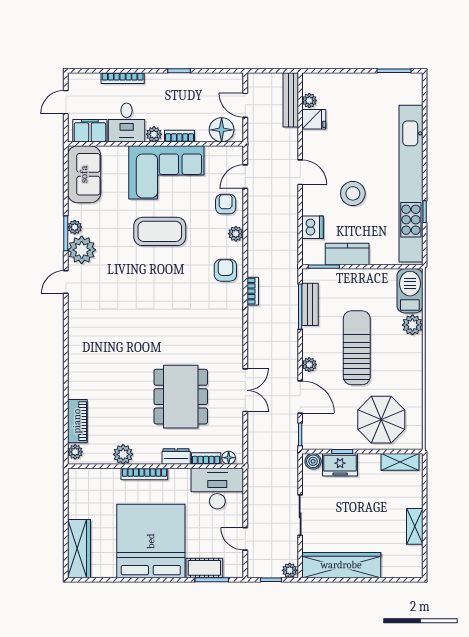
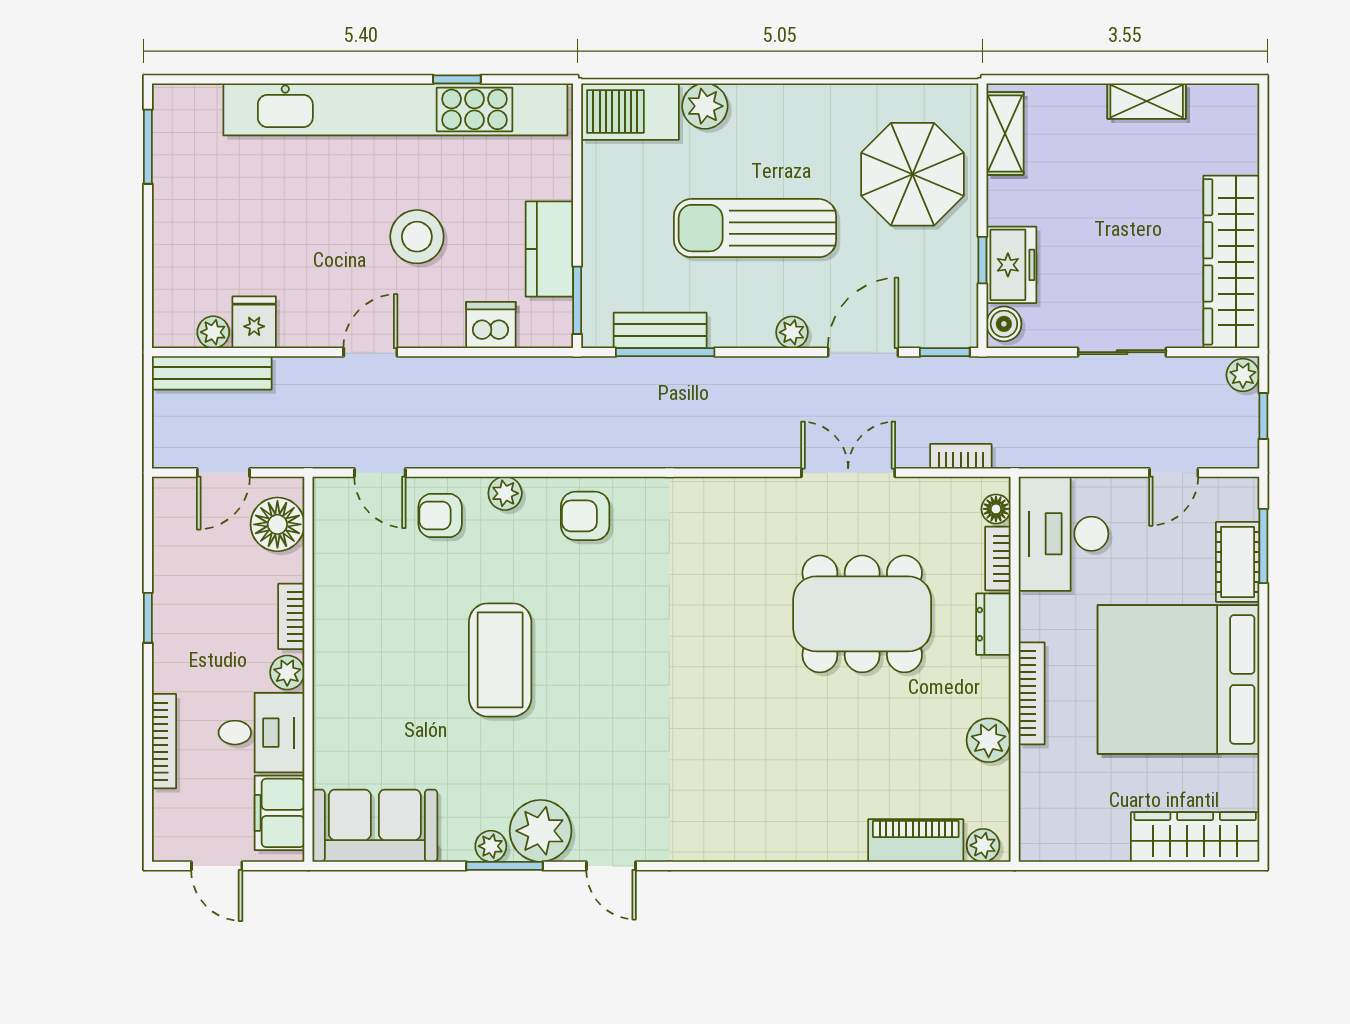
corner sofa: (166, 172) -> (371, 645), removed
bookcase: (253, 291) -> (961, 456), moved

